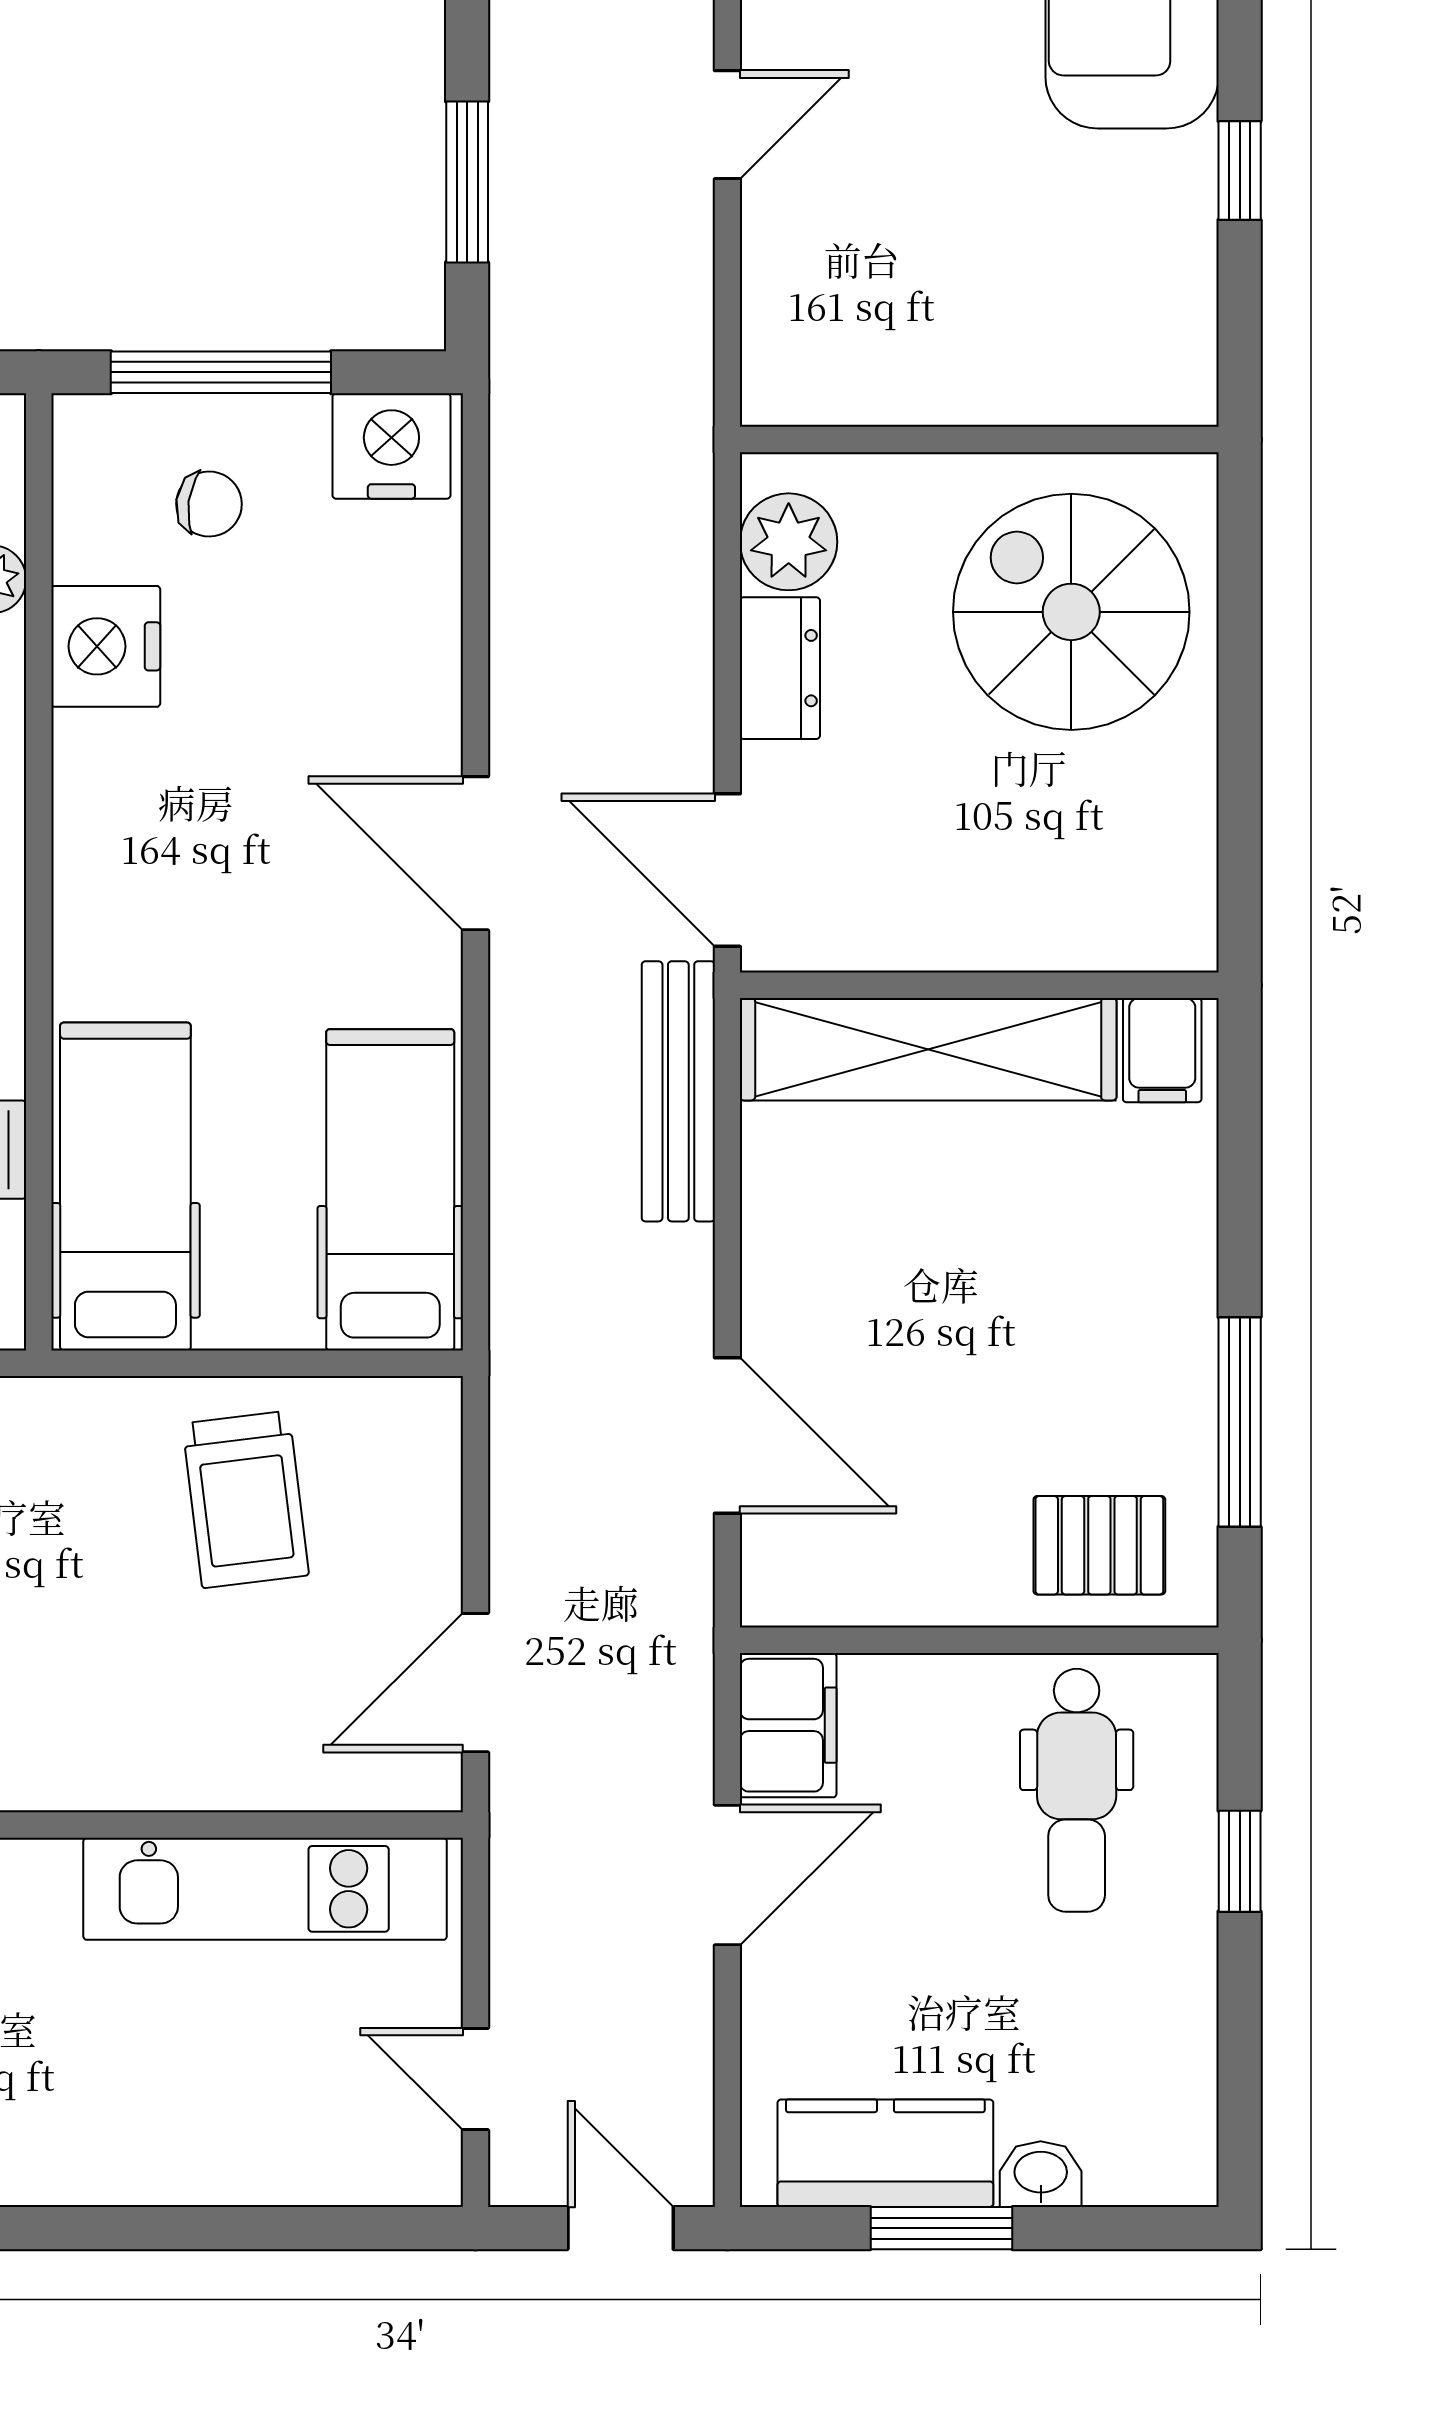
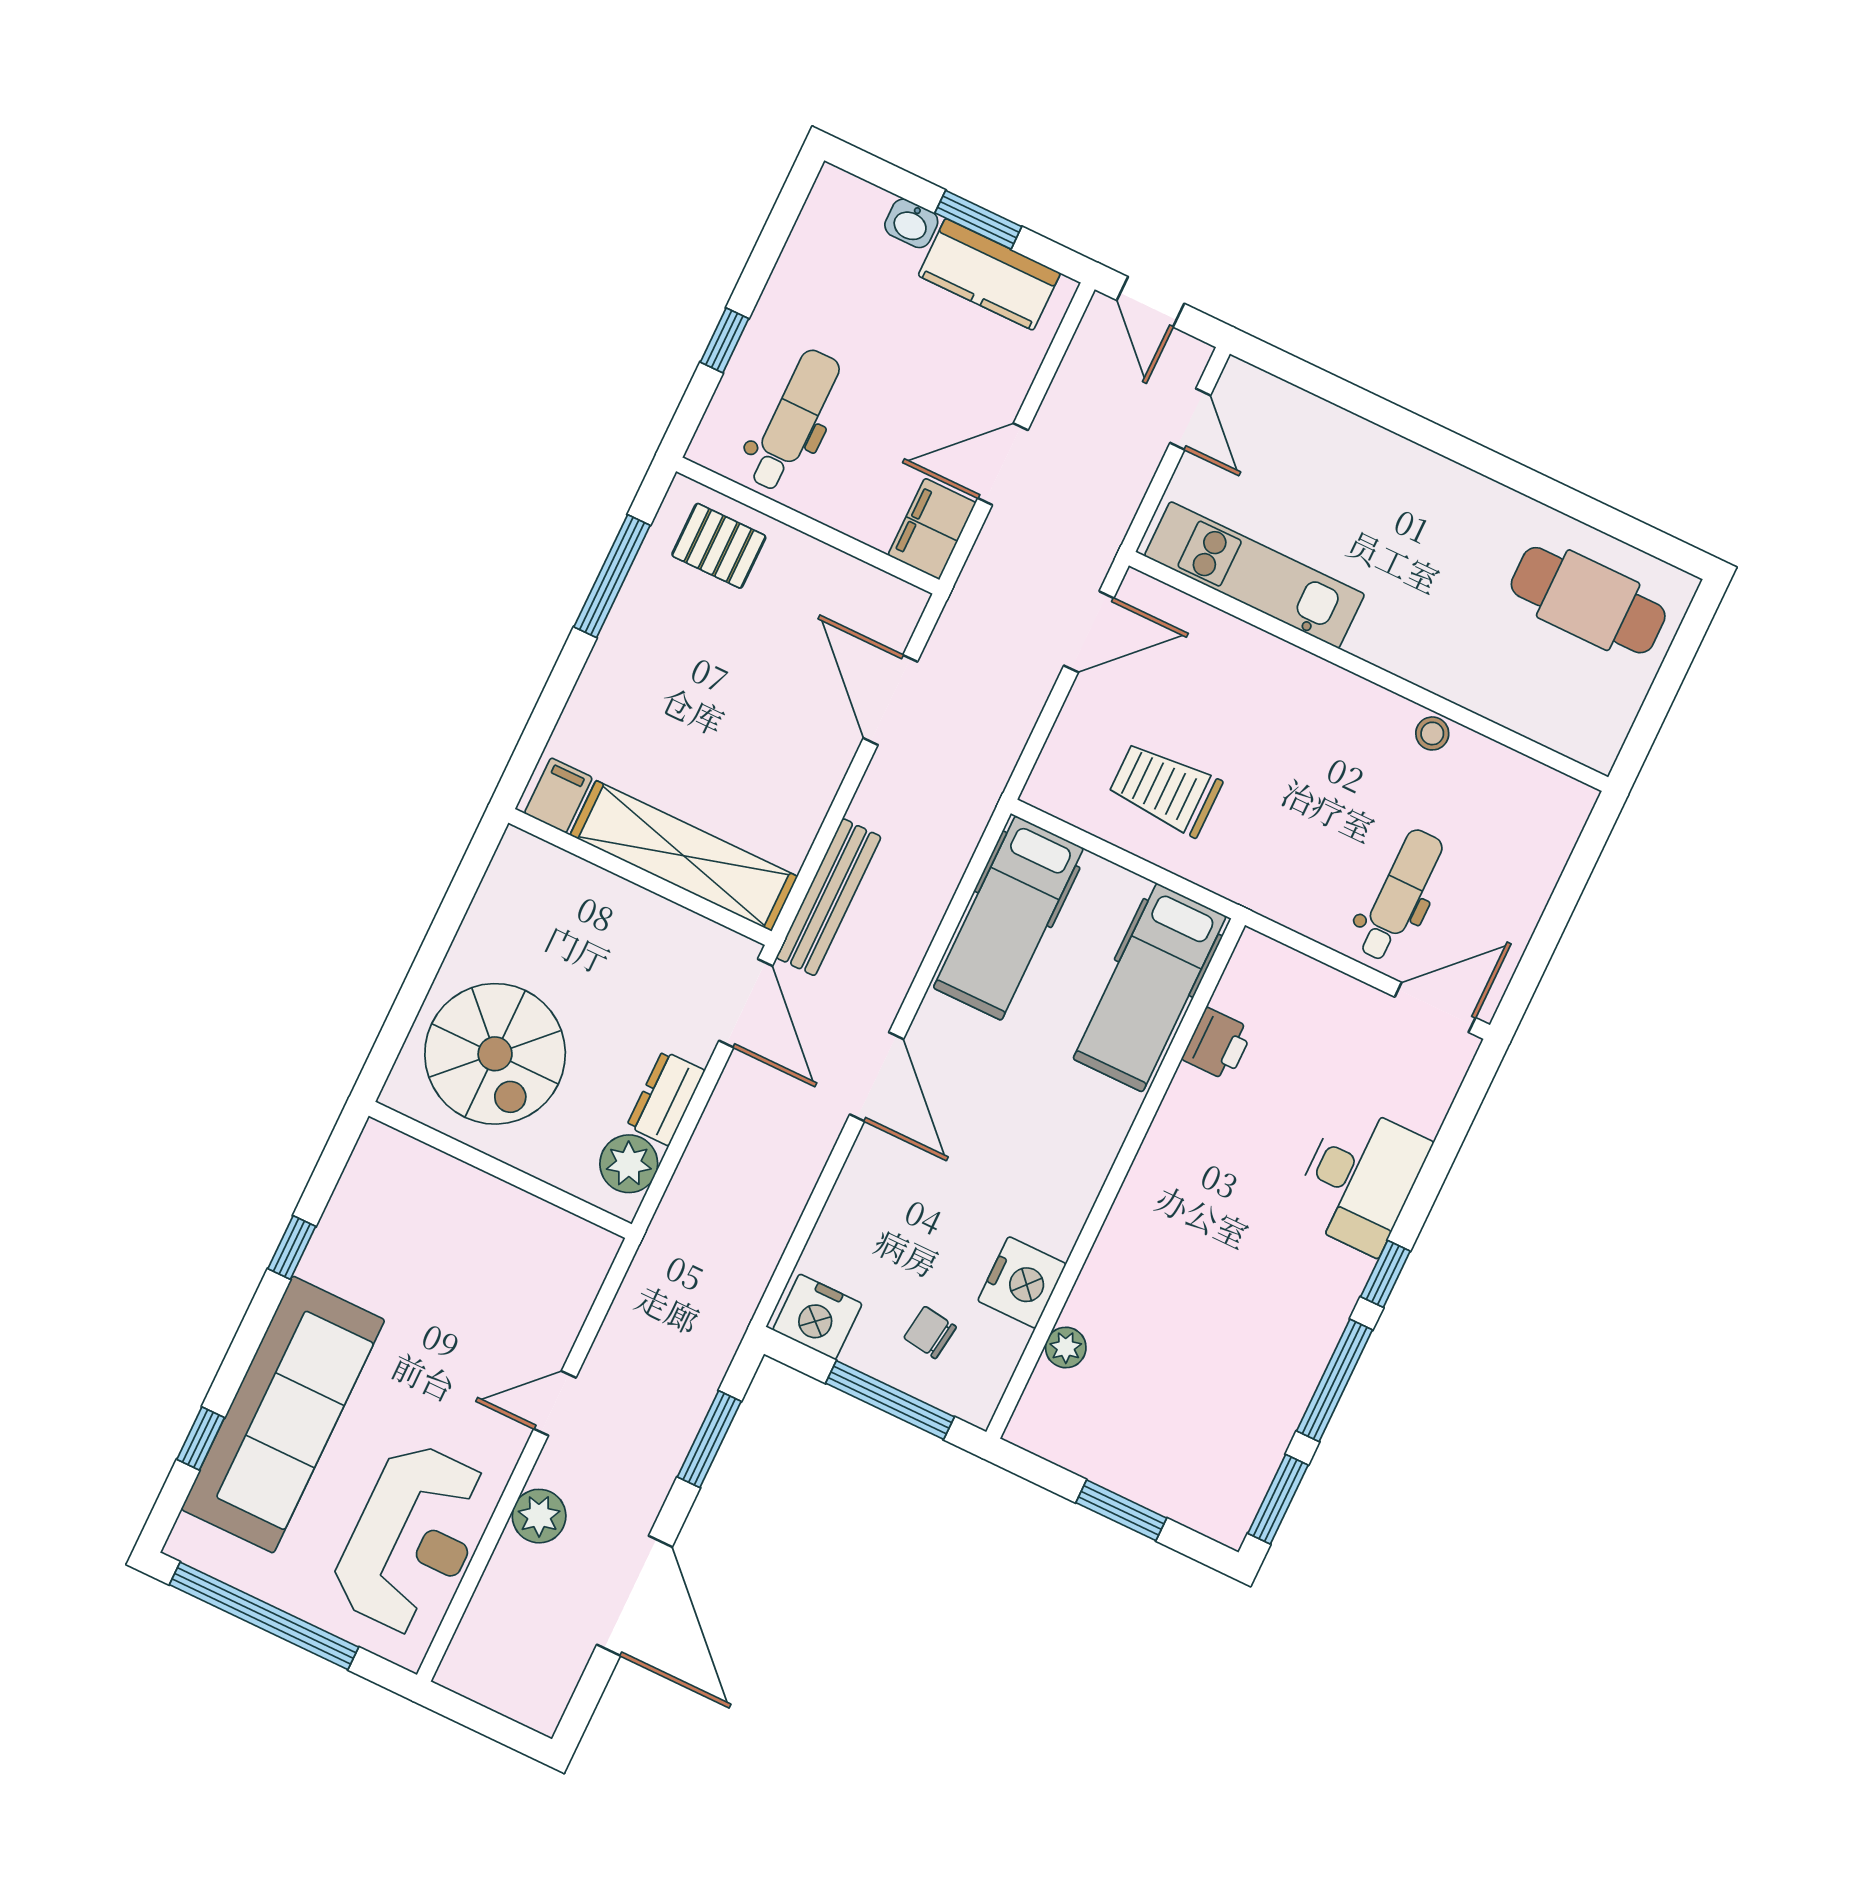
trolley: (245, 1499) -> (1165, 789), turned -83

